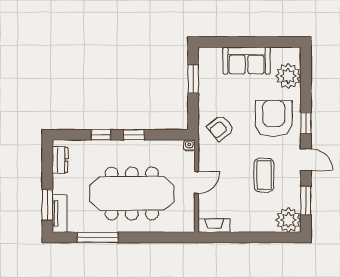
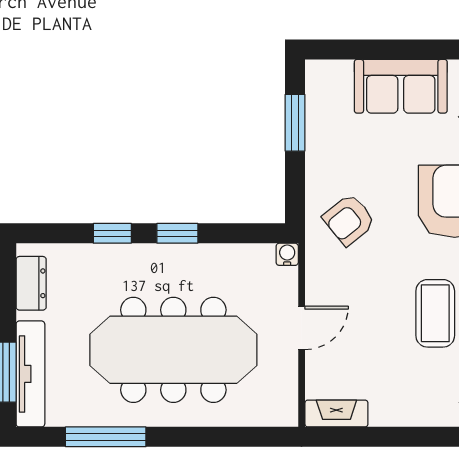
tv unit: (60, 213) -> (30, 374), width x1.41

